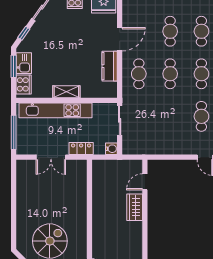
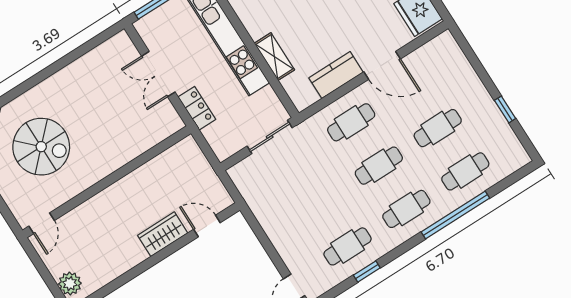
shelving: (66, 92) -> (274, 57), moved
water cooler: (111, 149) -> (223, 150), removed

